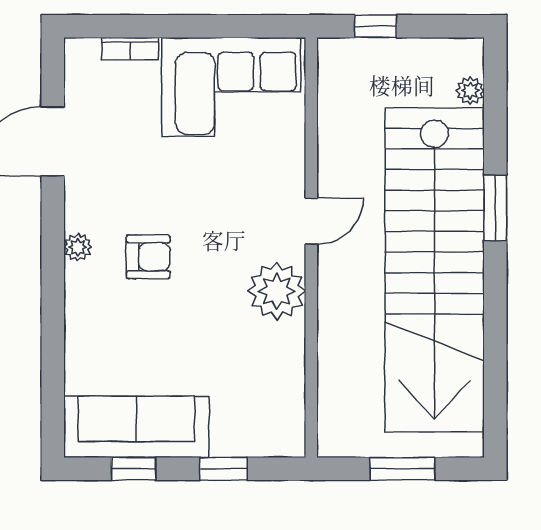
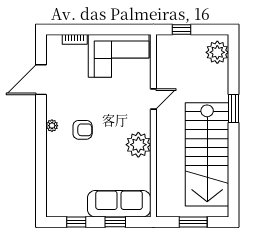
plant: (470, 91) -> (217, 52), width x1.88, depth x1.88
door: (311, 221) -> (153, 99), moved
stairs: (435, 270) -> (207, 154), width x0.73
sofa: (136, 427) -> (119, 204), moved

